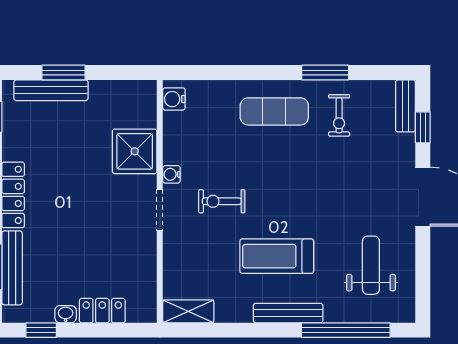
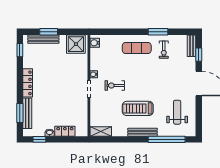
shower: (135, 151) -> (76, 44), moved

